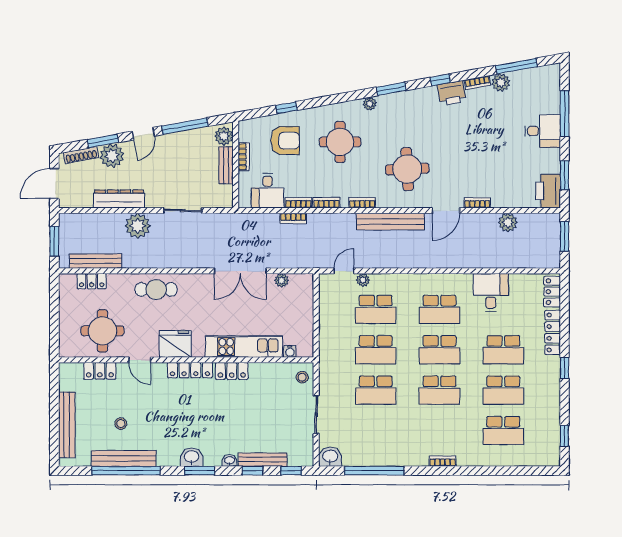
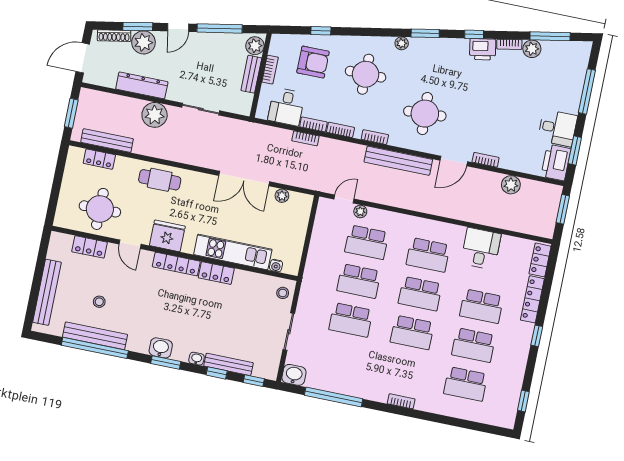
desk: (543, 131) -> (557, 128), moved

